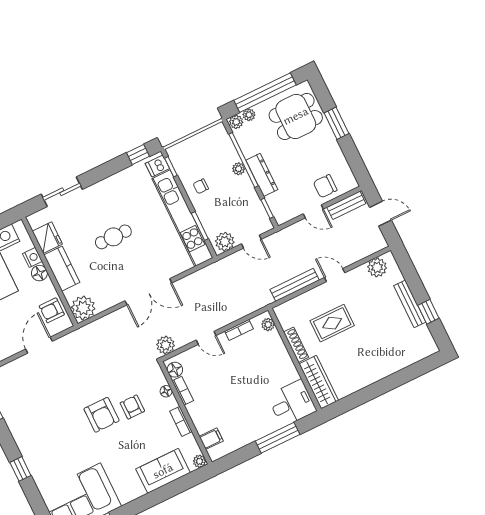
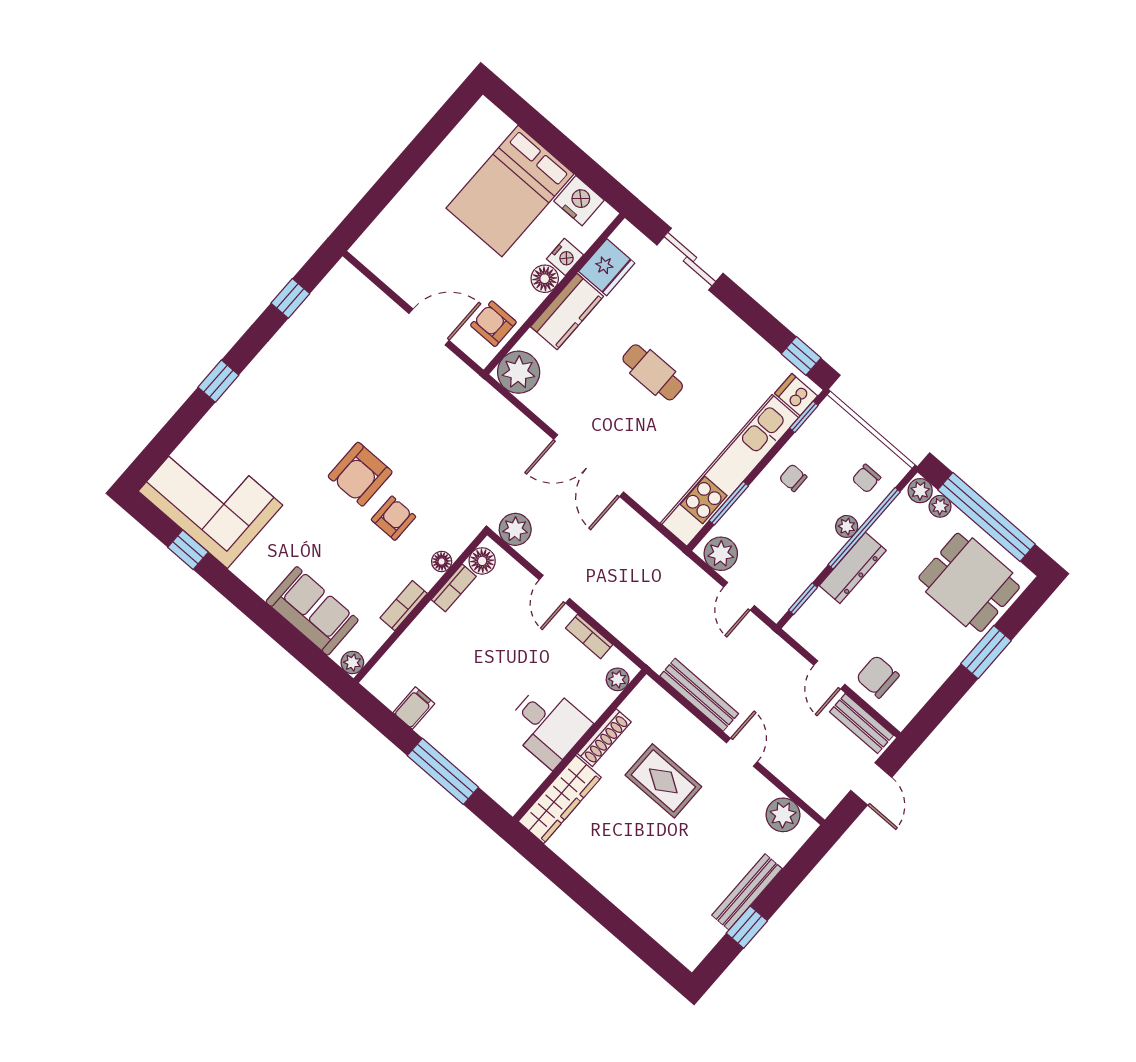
chair: (218, 148) -> (866, 479), added
desk: (292, 403) -> (548, 725), moved
filing cabinet: (211, 439) -> (414, 708), moved, turned -90

